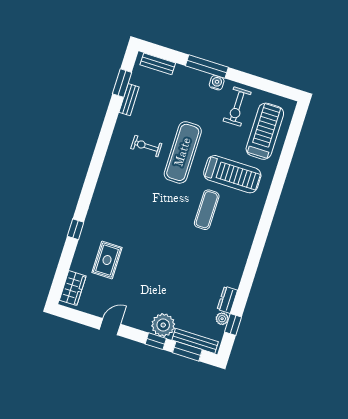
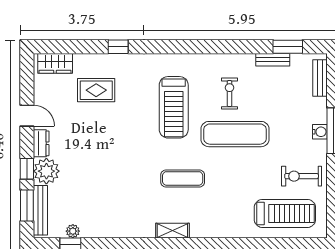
water cooler: (217, 83) -> (320, 132), moved
treadmill: (232, 174) -> (174, 107), moved
shelving: (249, 233) -> (172, 231), added
dresser: (227, 300) -> (41, 143), moved, turned 90

